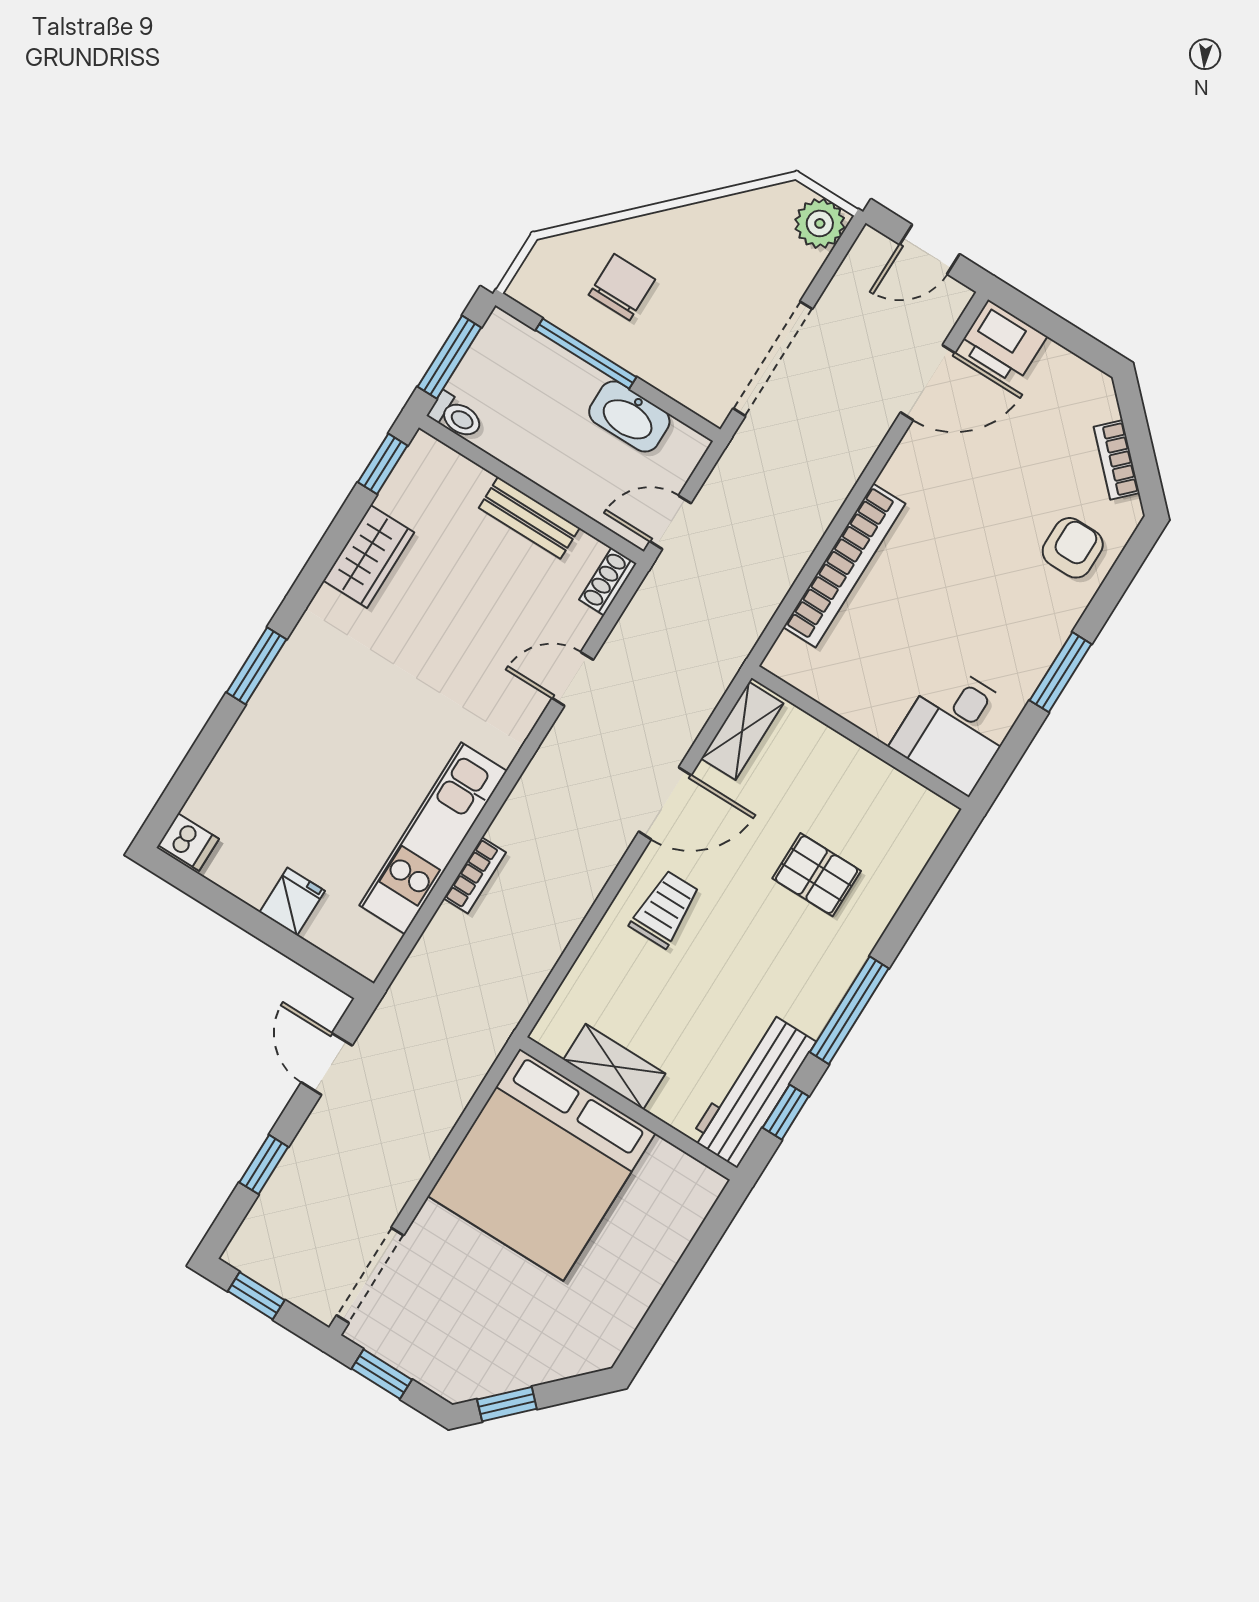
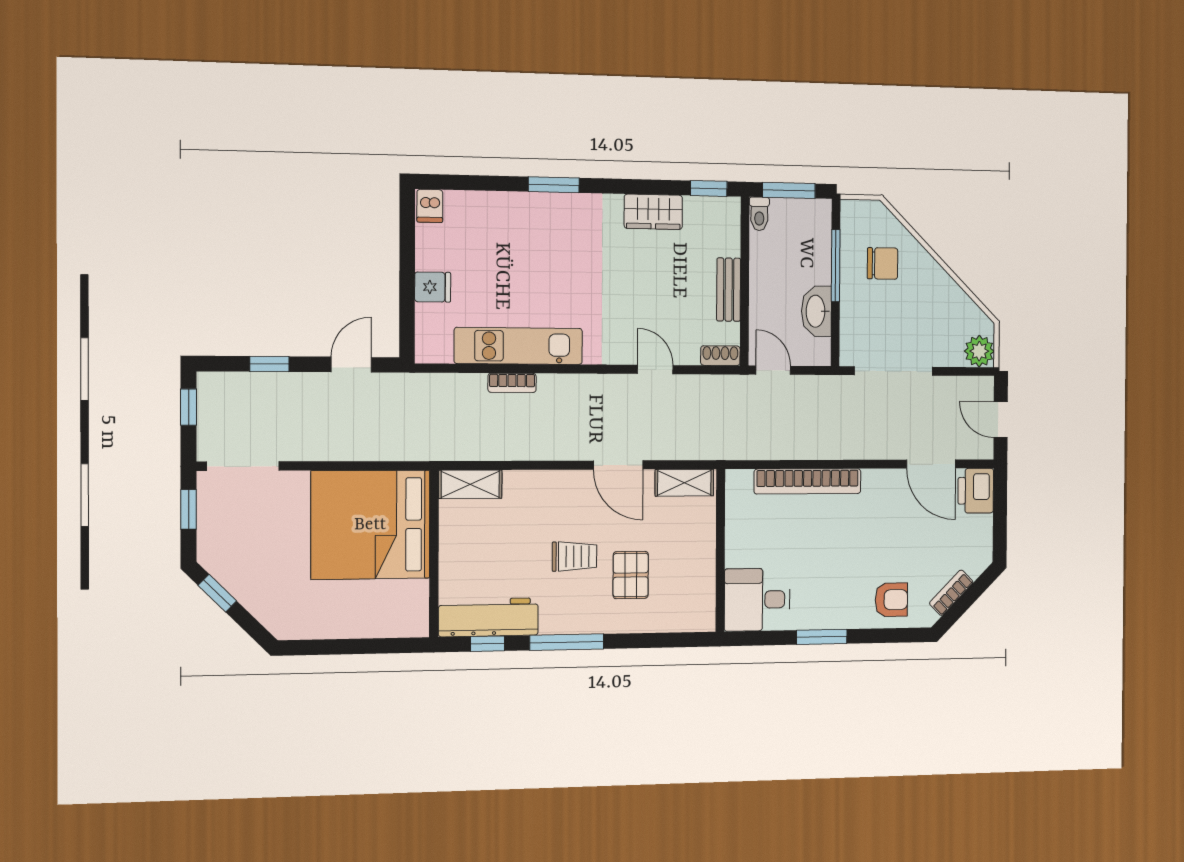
trolley: (665, 909) -> (575, 556), moved
shelving: (614, 1067) -> (470, 484), moved, turned 90

